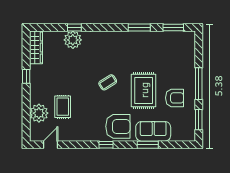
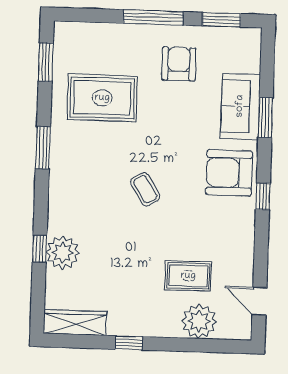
window: (139, 28) -> (43, 148), moved
rug: (144, 90) -> (102, 98), moved
armchair: (118, 126) -> (229, 173), turned -90

